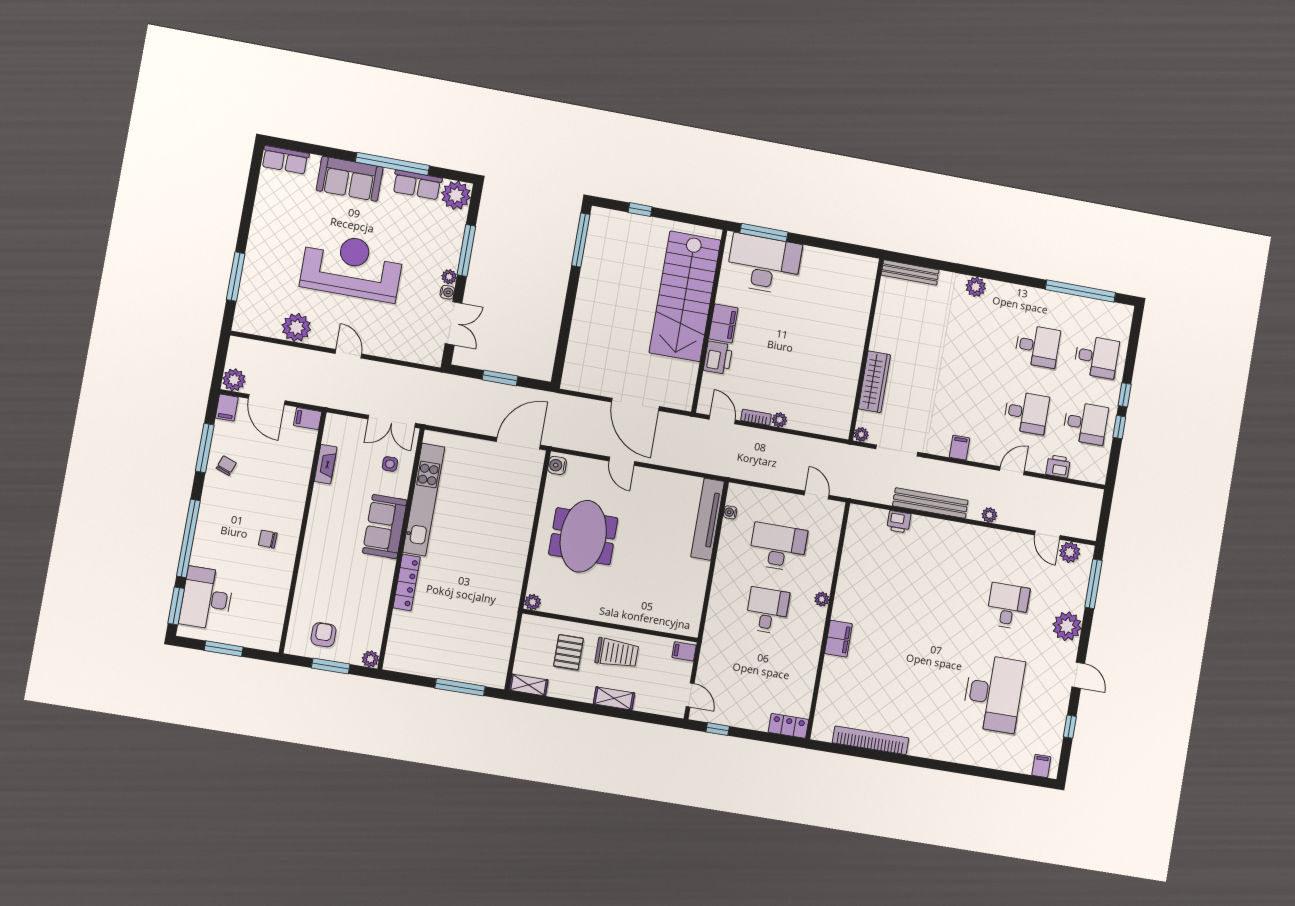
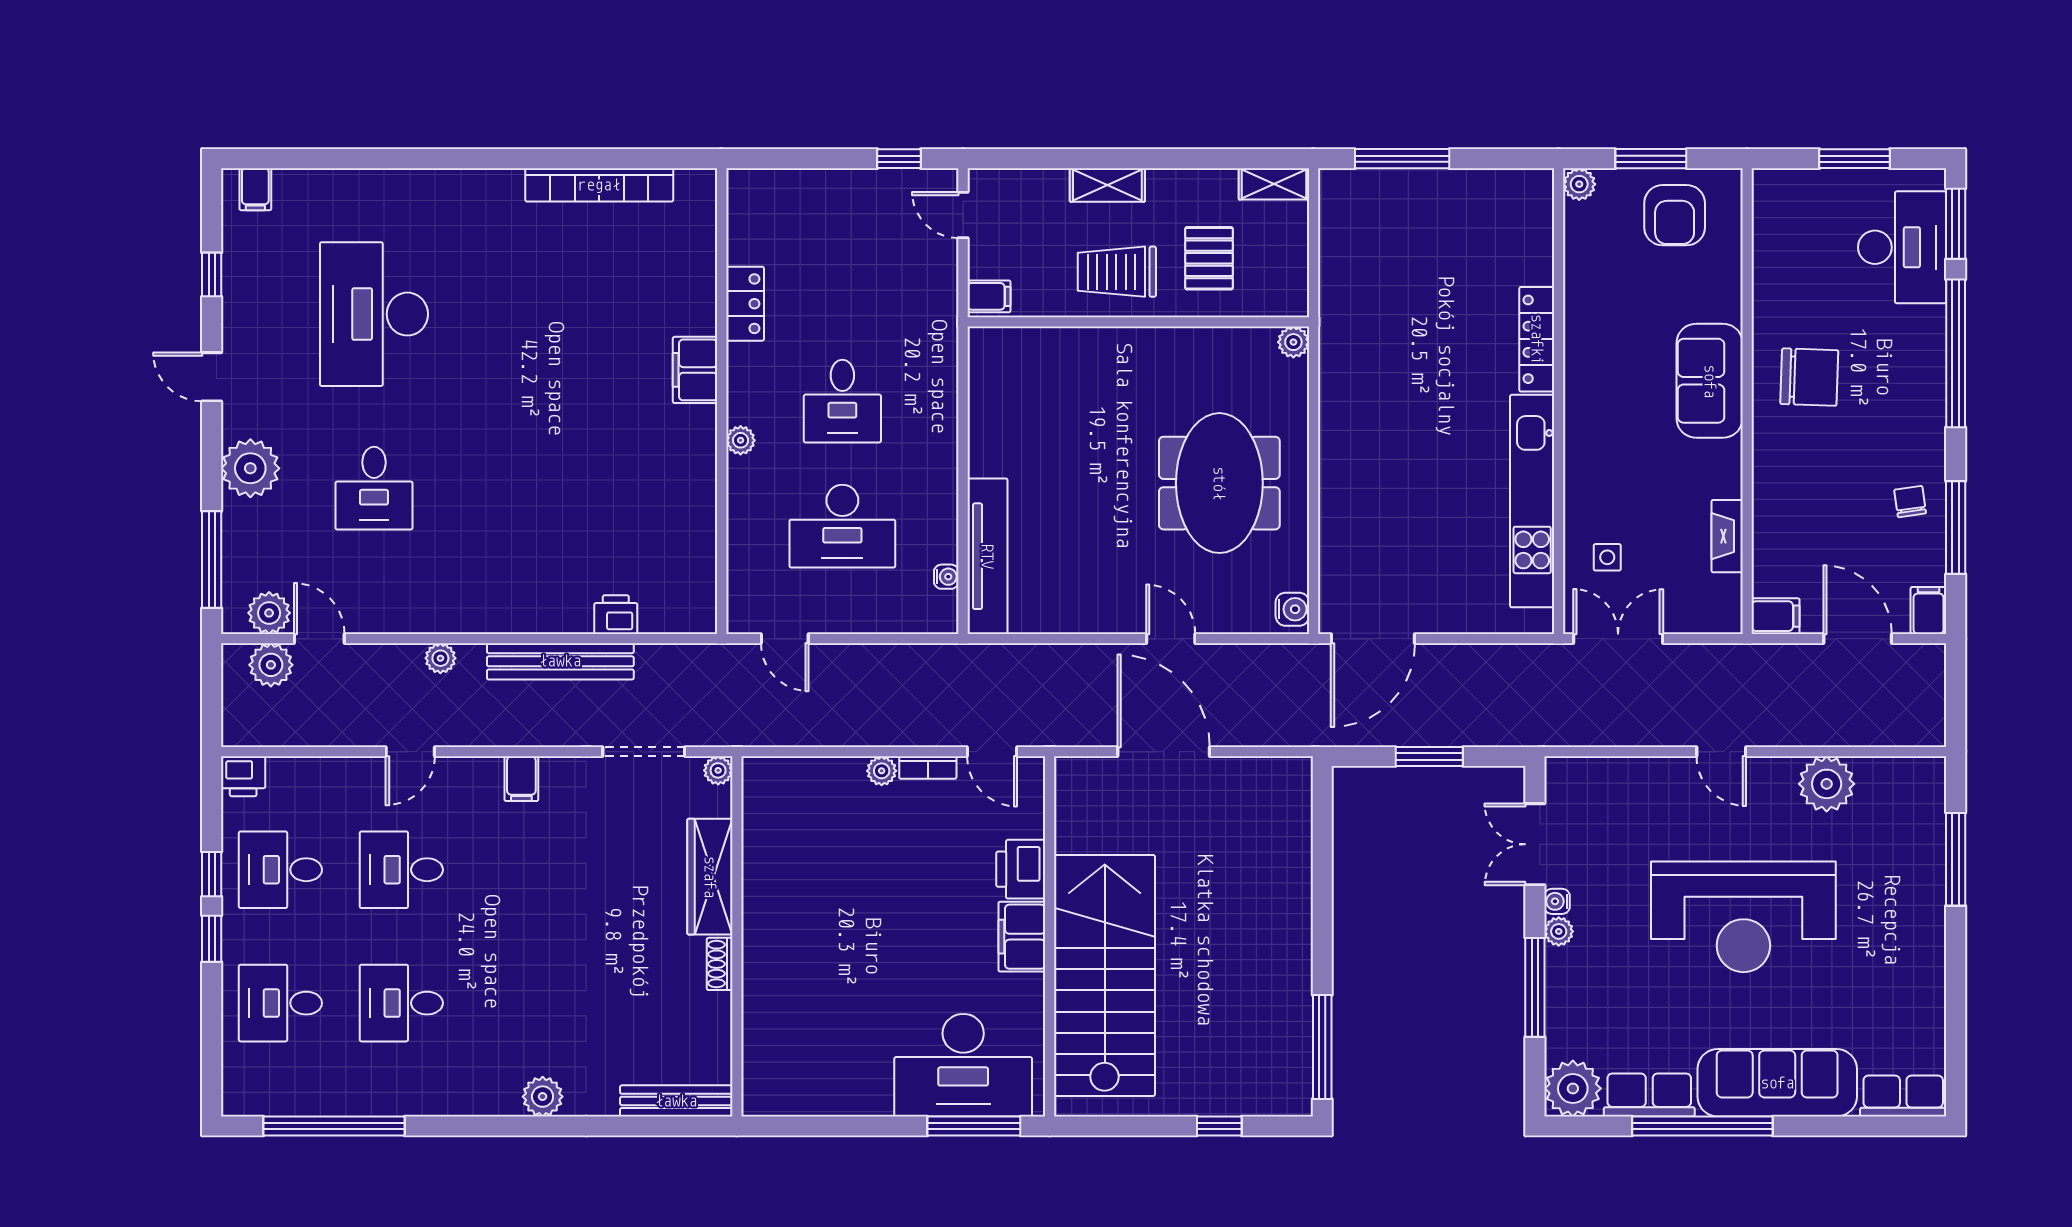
sofa: (350, 179) -> (1777, 1083), width x1.36
shoe rack: (877, 337) -> (720, 964), added
plant: (234, 380) -> (271, 665), moved
chair: (226, 466) -> (1910, 502), turned 152
printer: (1058, 466) -> (243, 776), moved
sofa: (385, 526) -> (1710, 381), moved, turned 180
chair: (268, 539) -> (1809, 377), width x1.87, depth x1.87
armchair: (323, 635) -> (1675, 215), width x1.38, depth x1.38
locker: (788, 726) -> (745, 304), moved, turned -90

